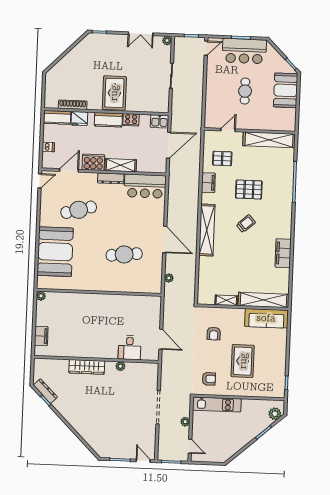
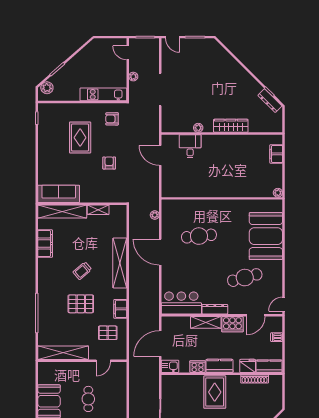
shelving: (226, 300) -> (98, 210), moved
shelving: (264, 300) -> (62, 212), moved
wall: (243, 307) -> (82, 204), moved
sofa: (266, 318) -> (59, 194), moved

